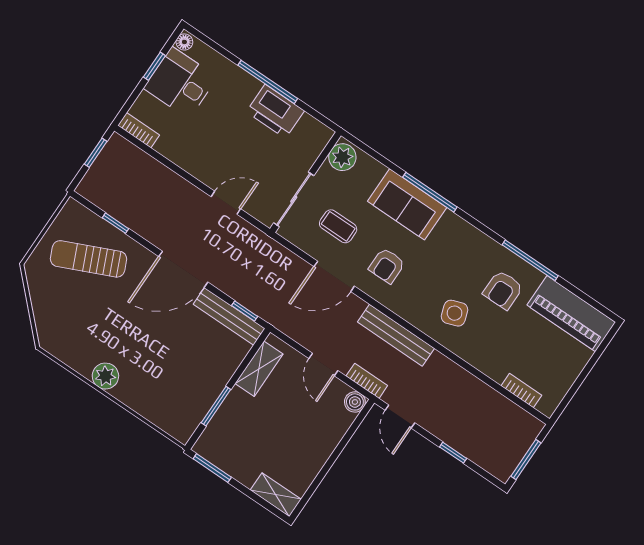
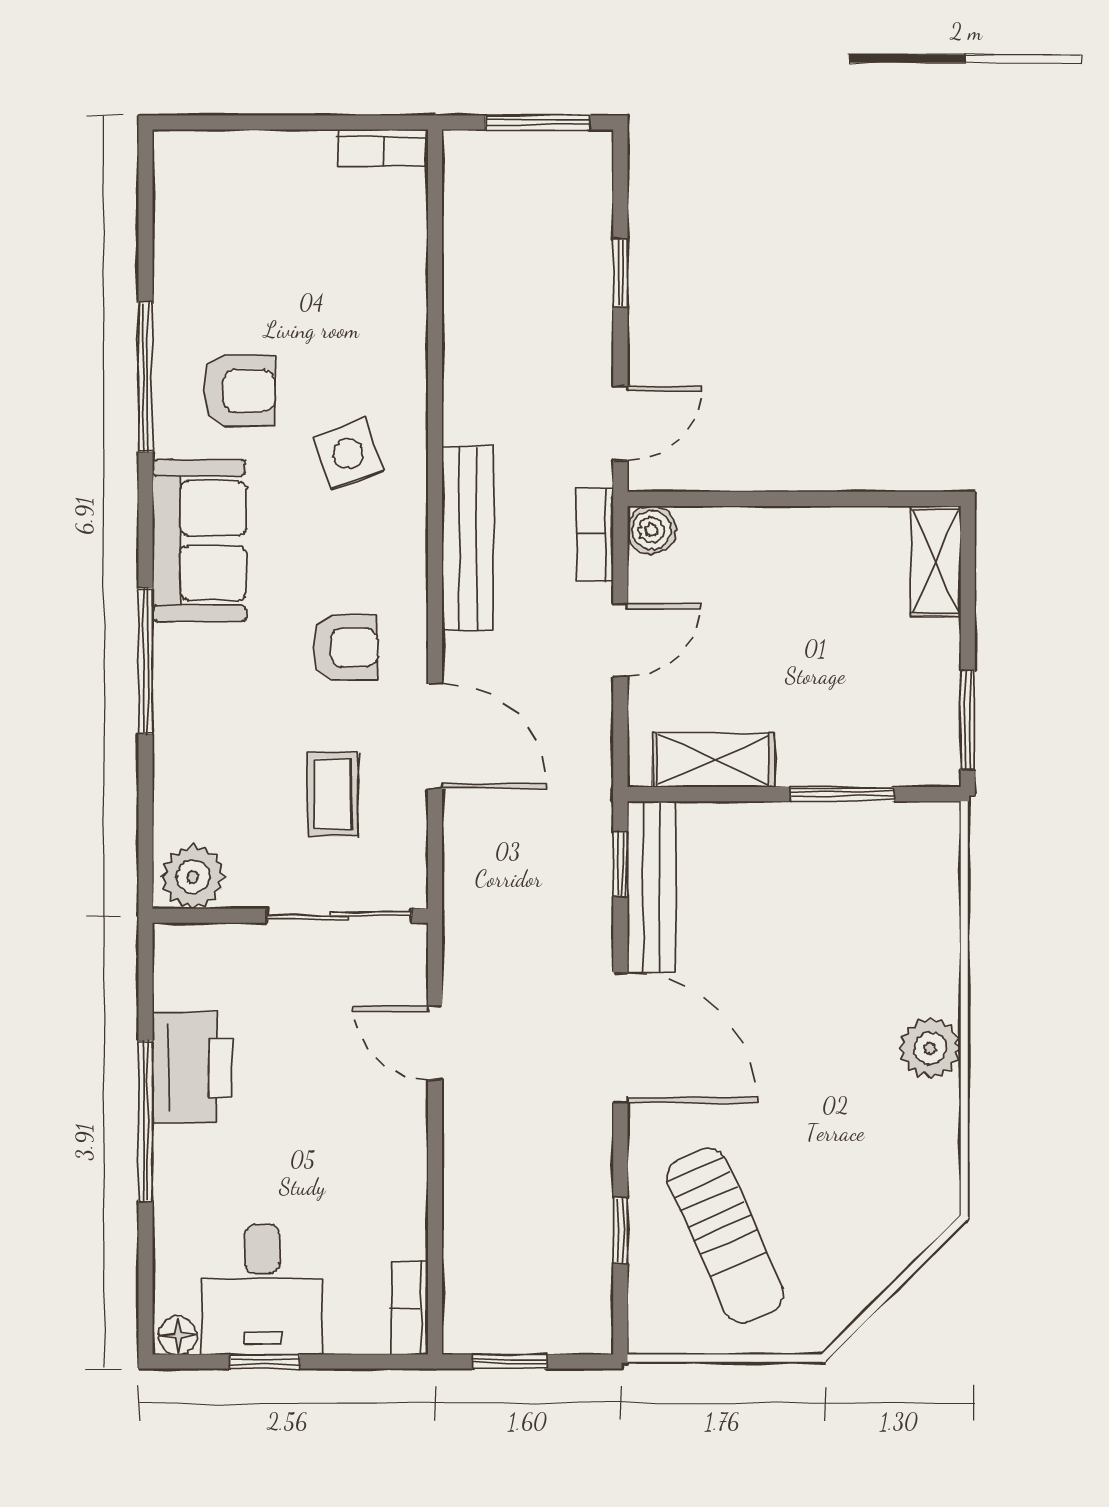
sofa: (407, 204) -> (199, 541), moved
piano: (571, 314) -> (195, 227), removed
bookcase: (521, 391) -> (382, 148), moved, turned -90

